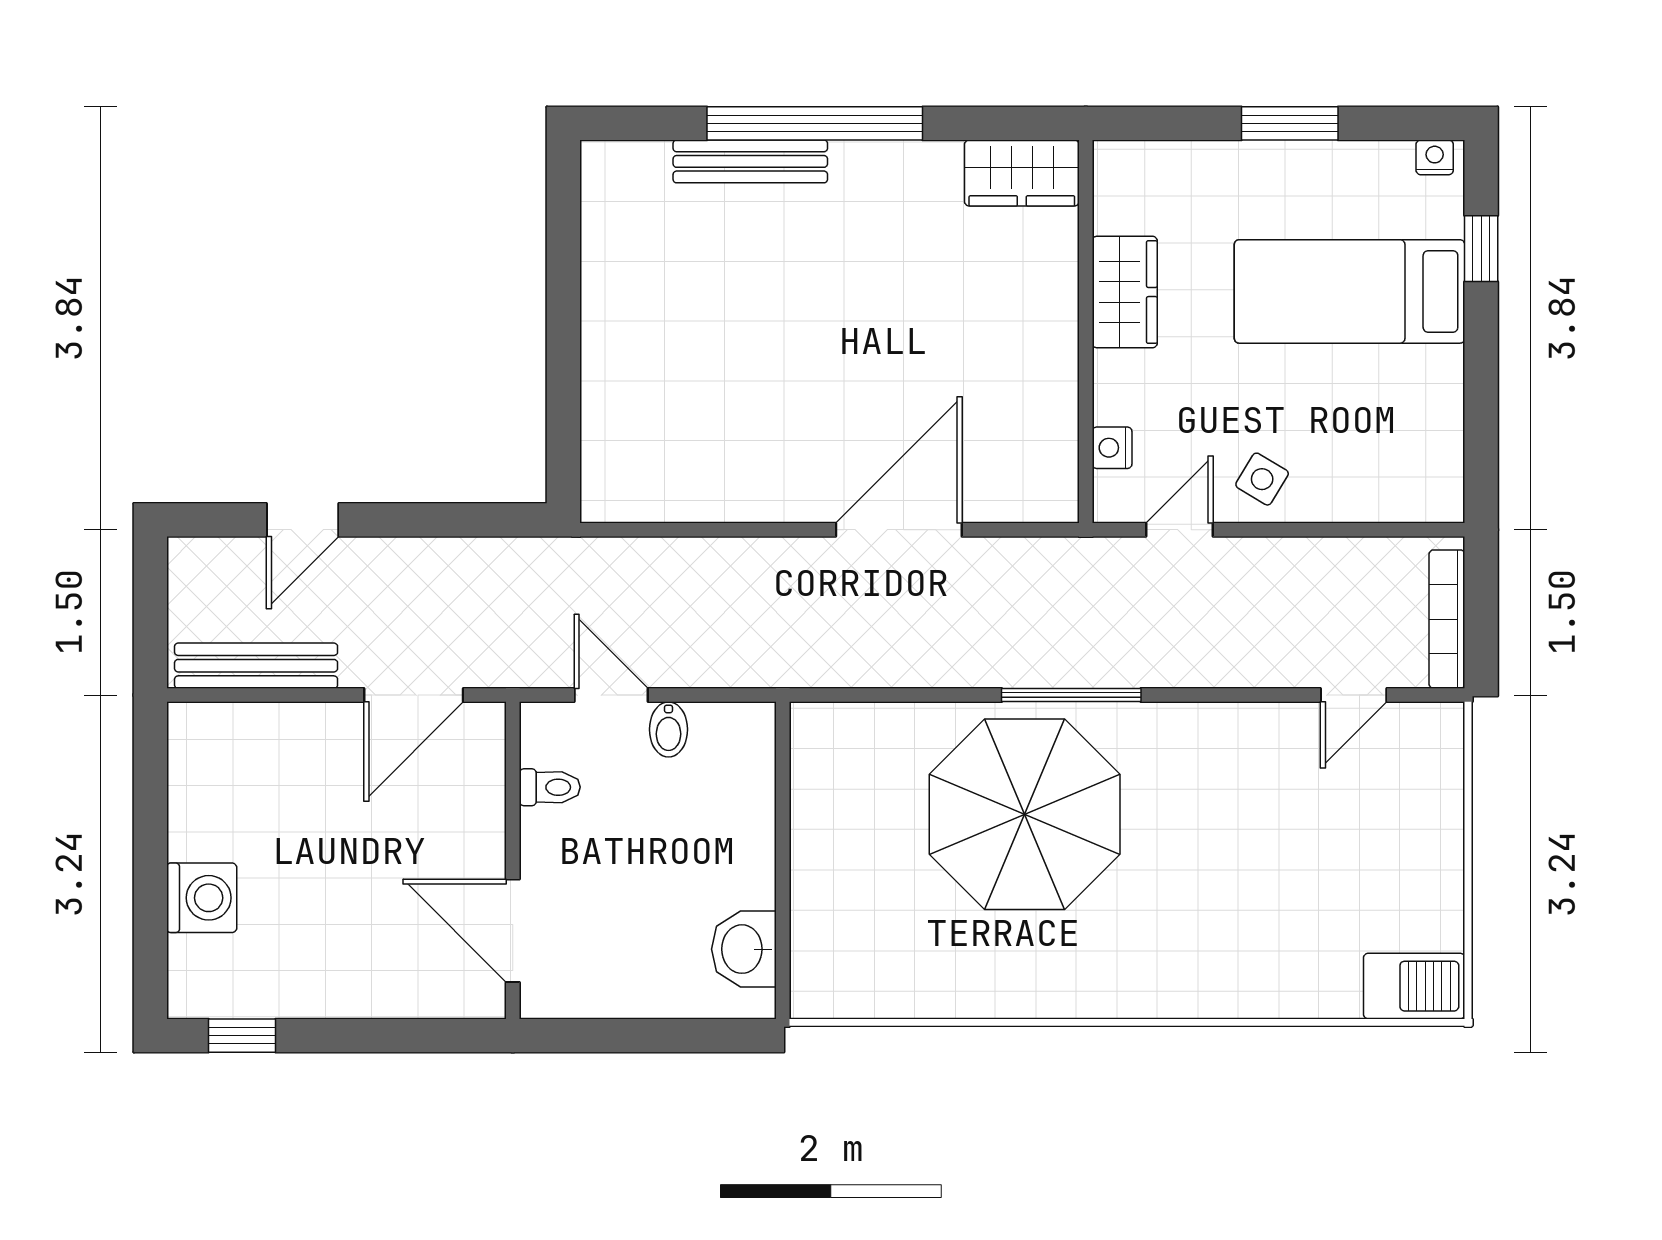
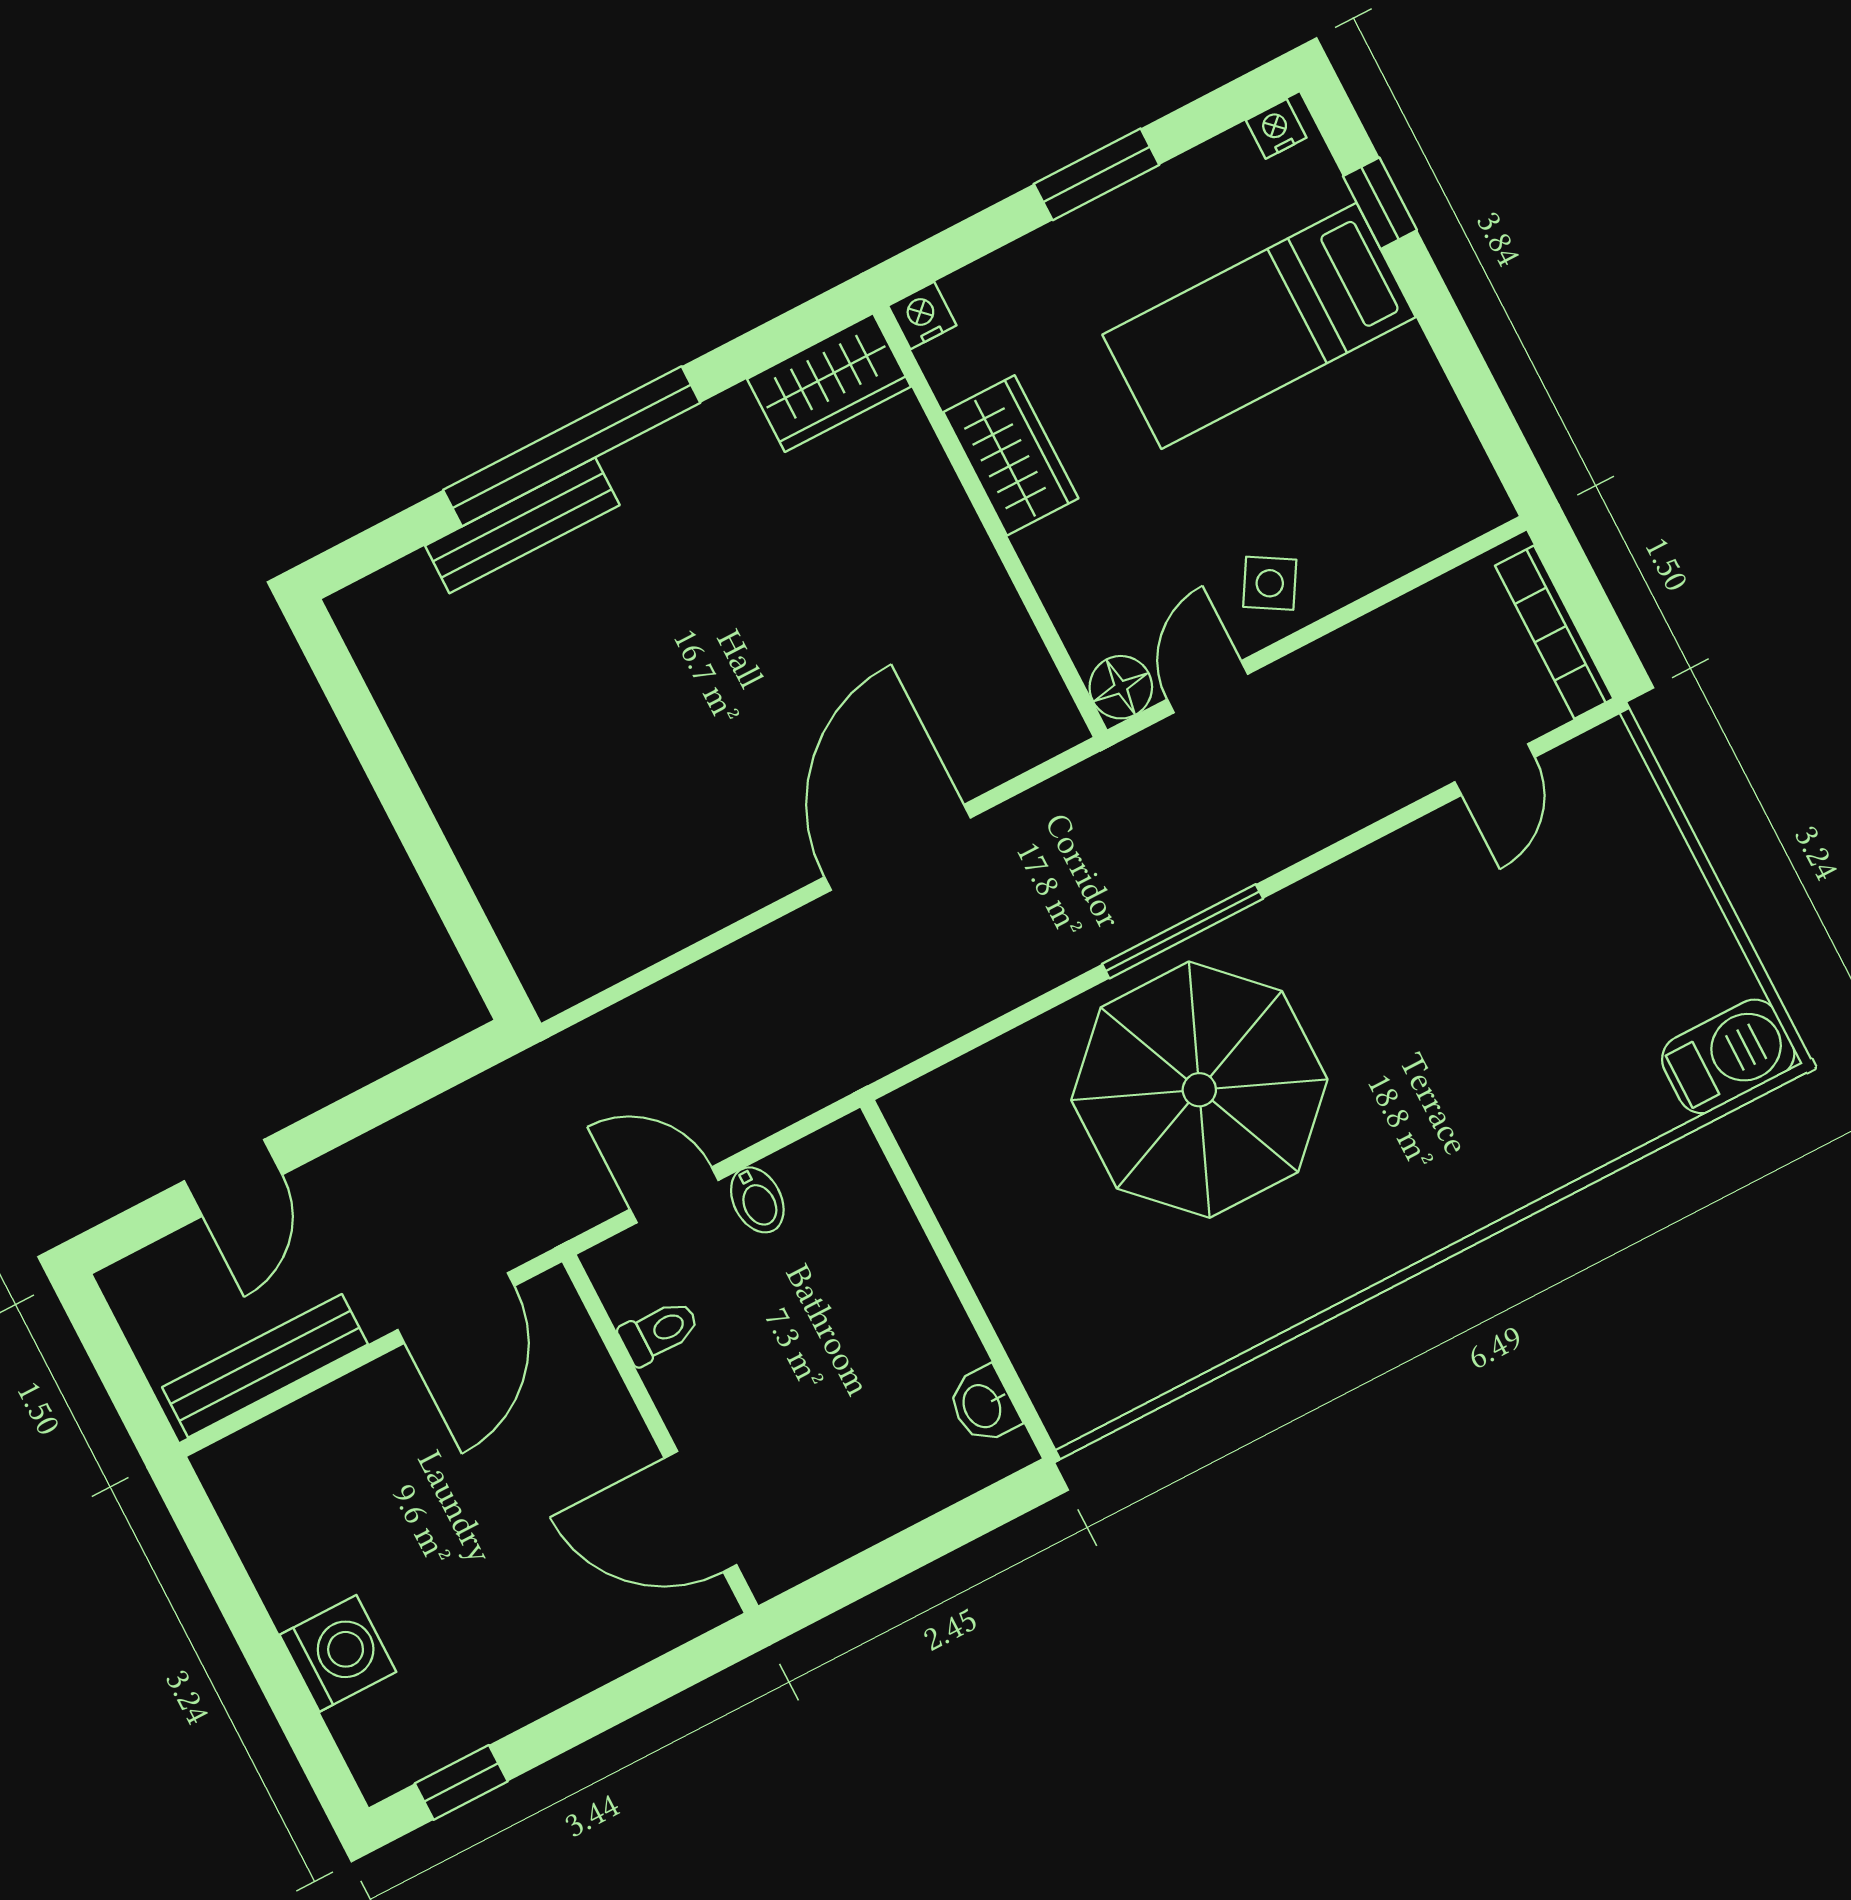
nightstand: (1112, 448) -> (922, 316), moved, turned 90
floor lamp: (1117, 498) -> (1121, 687), added
washbasin: (744, 949) -> (983, 1405), width x0.72, depth x0.69

